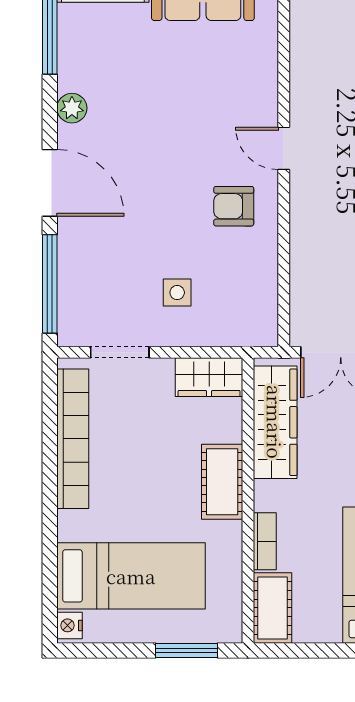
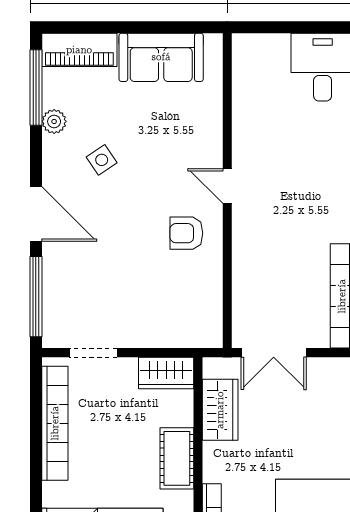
plant: (72, 108) -> (54, 121), moved
side table: (177, 293) -> (102, 160), moved, turned -34
wardrobe: (275, 422) -> (220, 410), width x0.67

